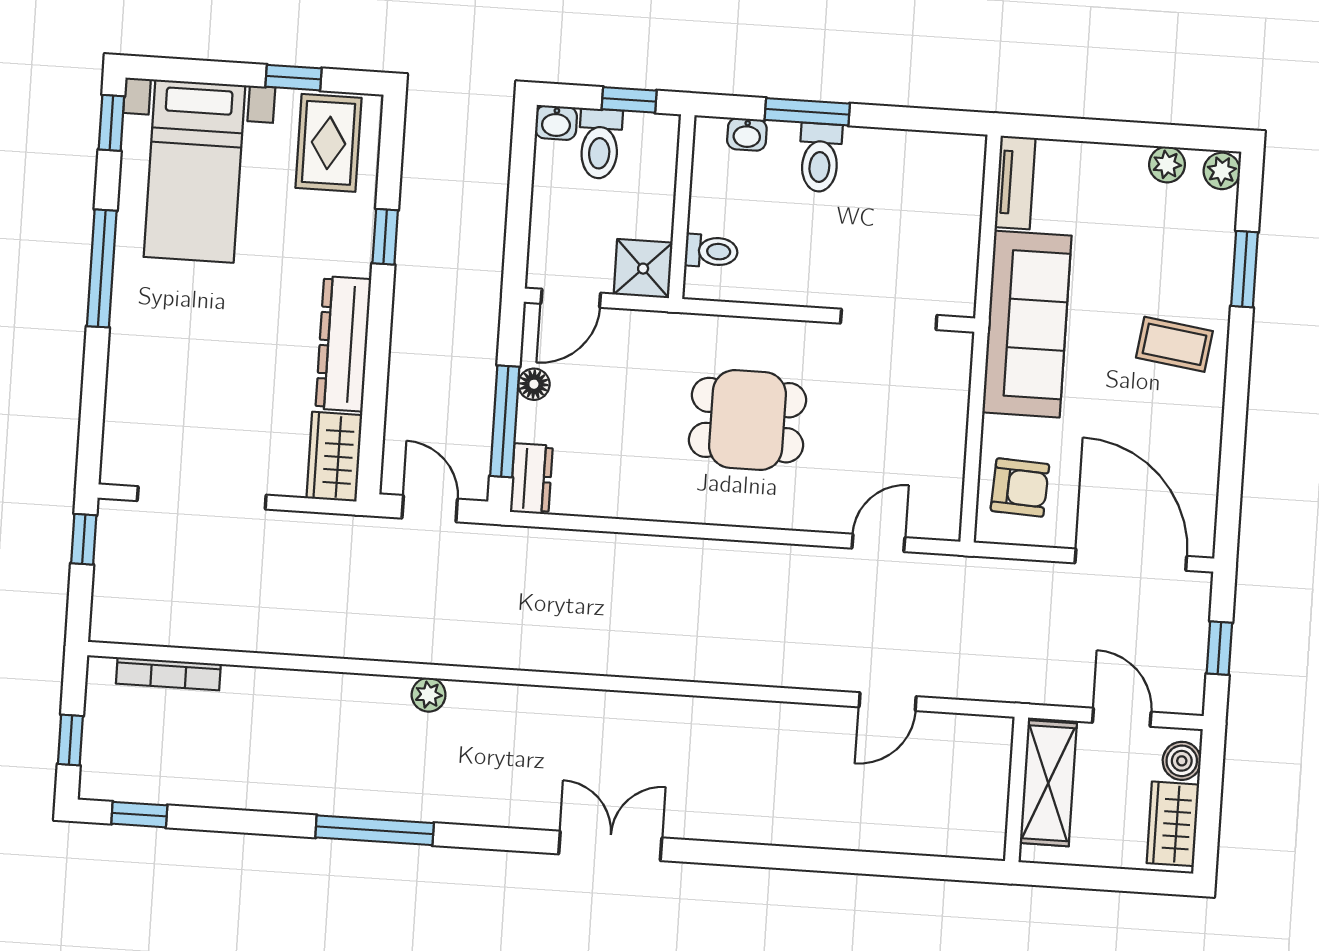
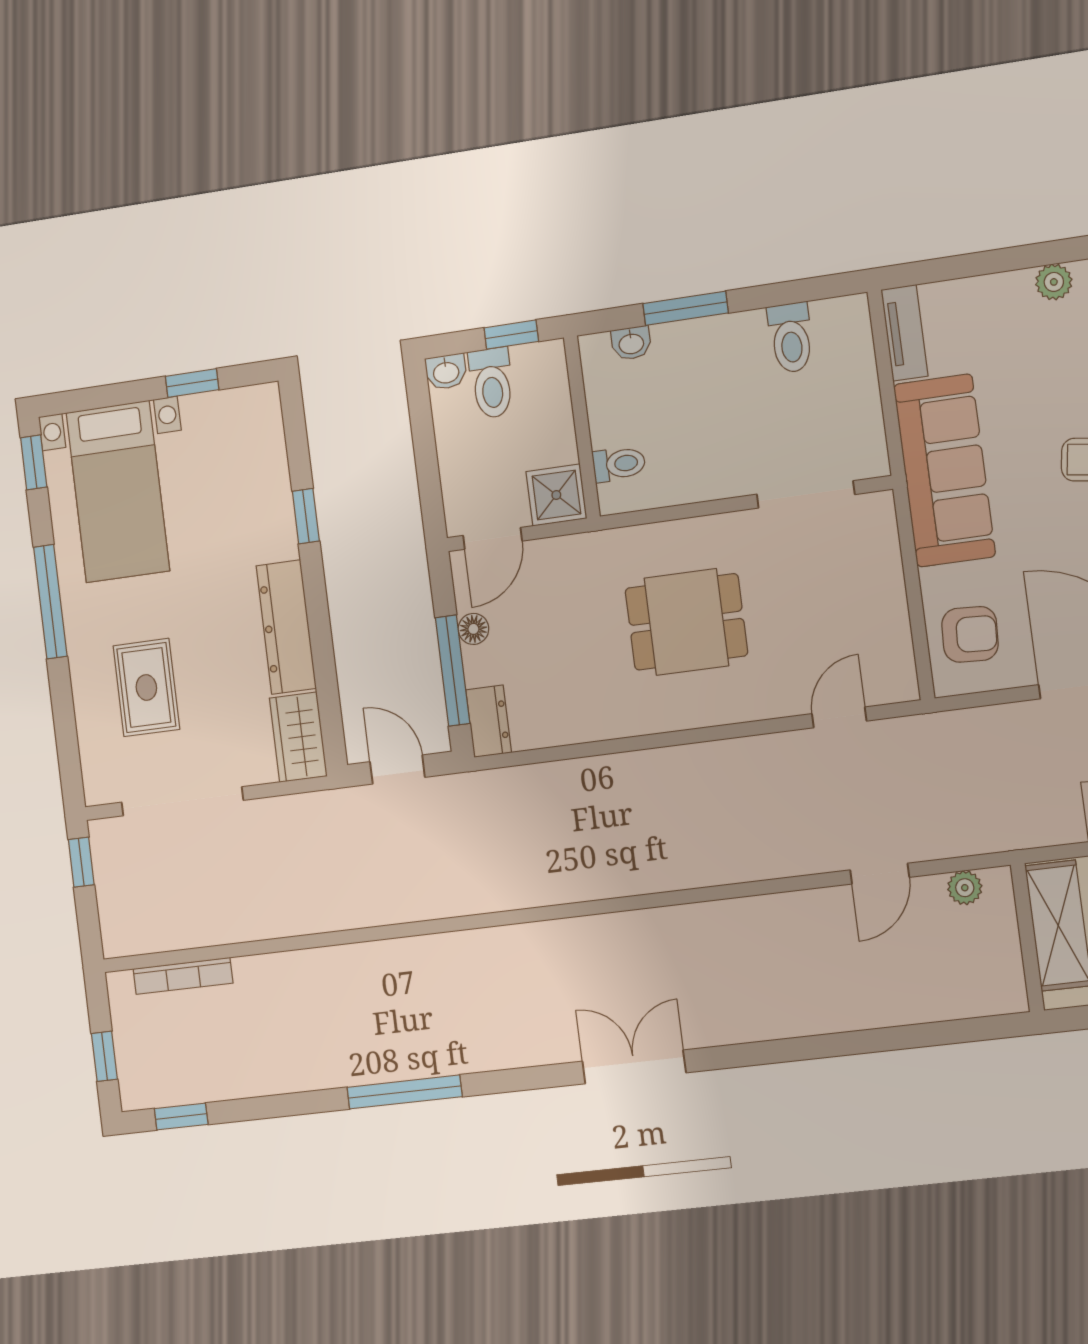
rug: (329, 143) -> (146, 687), moved
toilet: (820, 158) -> (791, 338), moved
plant: (429, 695) -> (965, 888), moved

